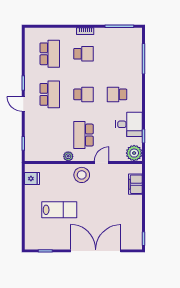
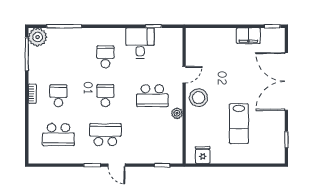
school desk: (50, 54) -> (58, 135), turned 180
school desk: (117, 94) -> (105, 57), turned 180
door: (23, 104) -> (117, 165), hinge flipped
plant: (134, 153) -> (38, 37), moved
door: (102, 162) -> (184, 75), swing flipped
filing cabinet: (135, 184) -> (248, 36), moved
lab bench: (59, 210) -> (239, 124), turned 180

